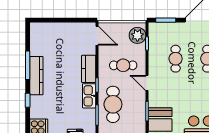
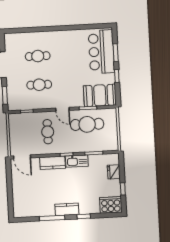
plant: (137, 35) -> (20, 120), removed
door: (97, 36) -> (22, 157), swing flipped
kitchen counter: (36, 76) -> (67, 209), width x0.67
door: (147, 83) -> (62, 109), hinge flipped
cafe table: (113, 104) -> (87, 124), moved

